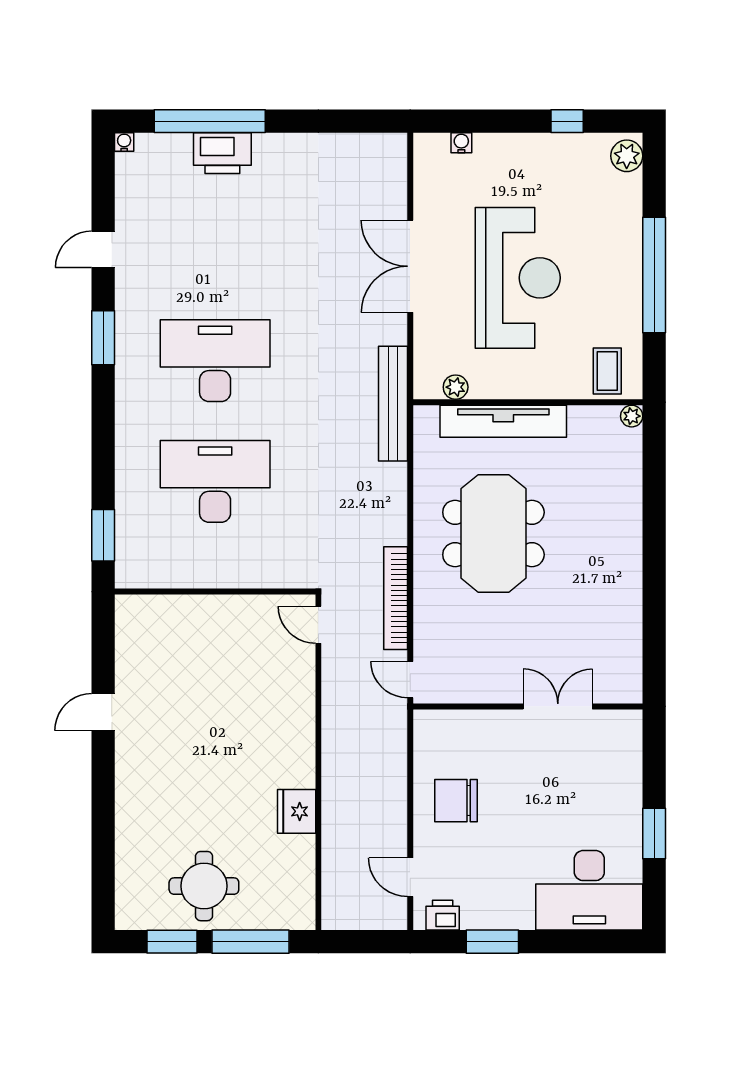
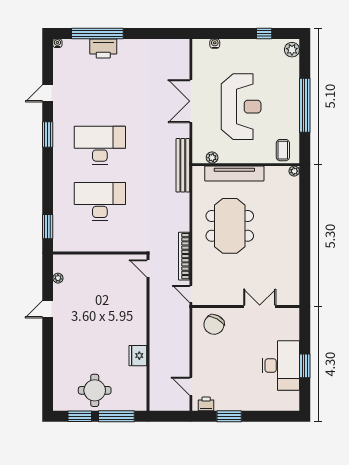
plant: (125, 645) -> (58, 278), added
chair: (456, 801) -> (214, 324), moved, turned -62
desk: (589, 890) -> (281, 366), moved, turned -90

